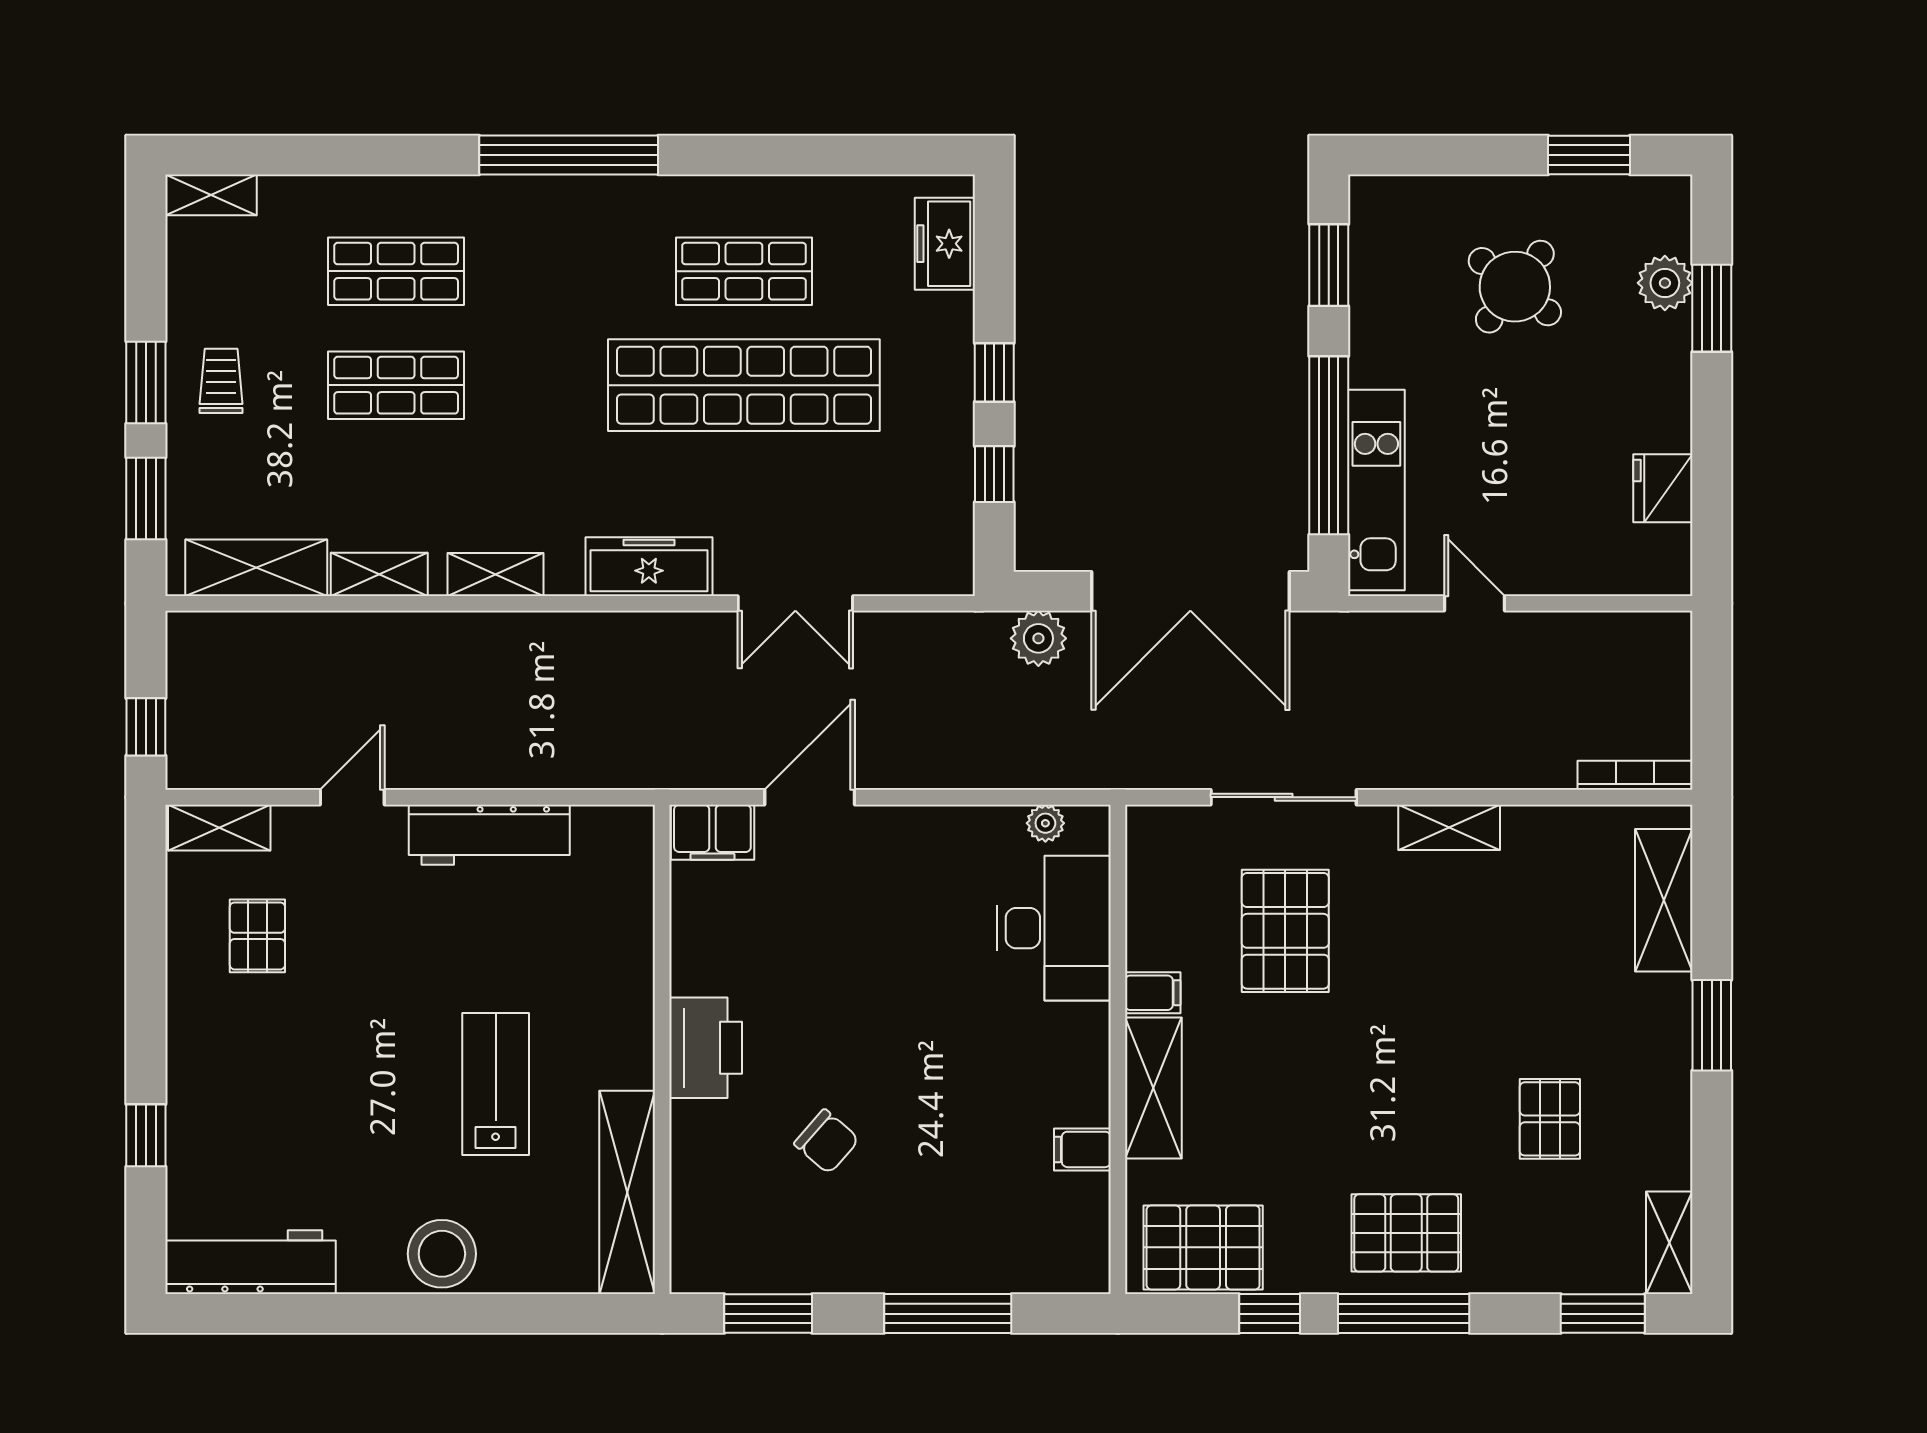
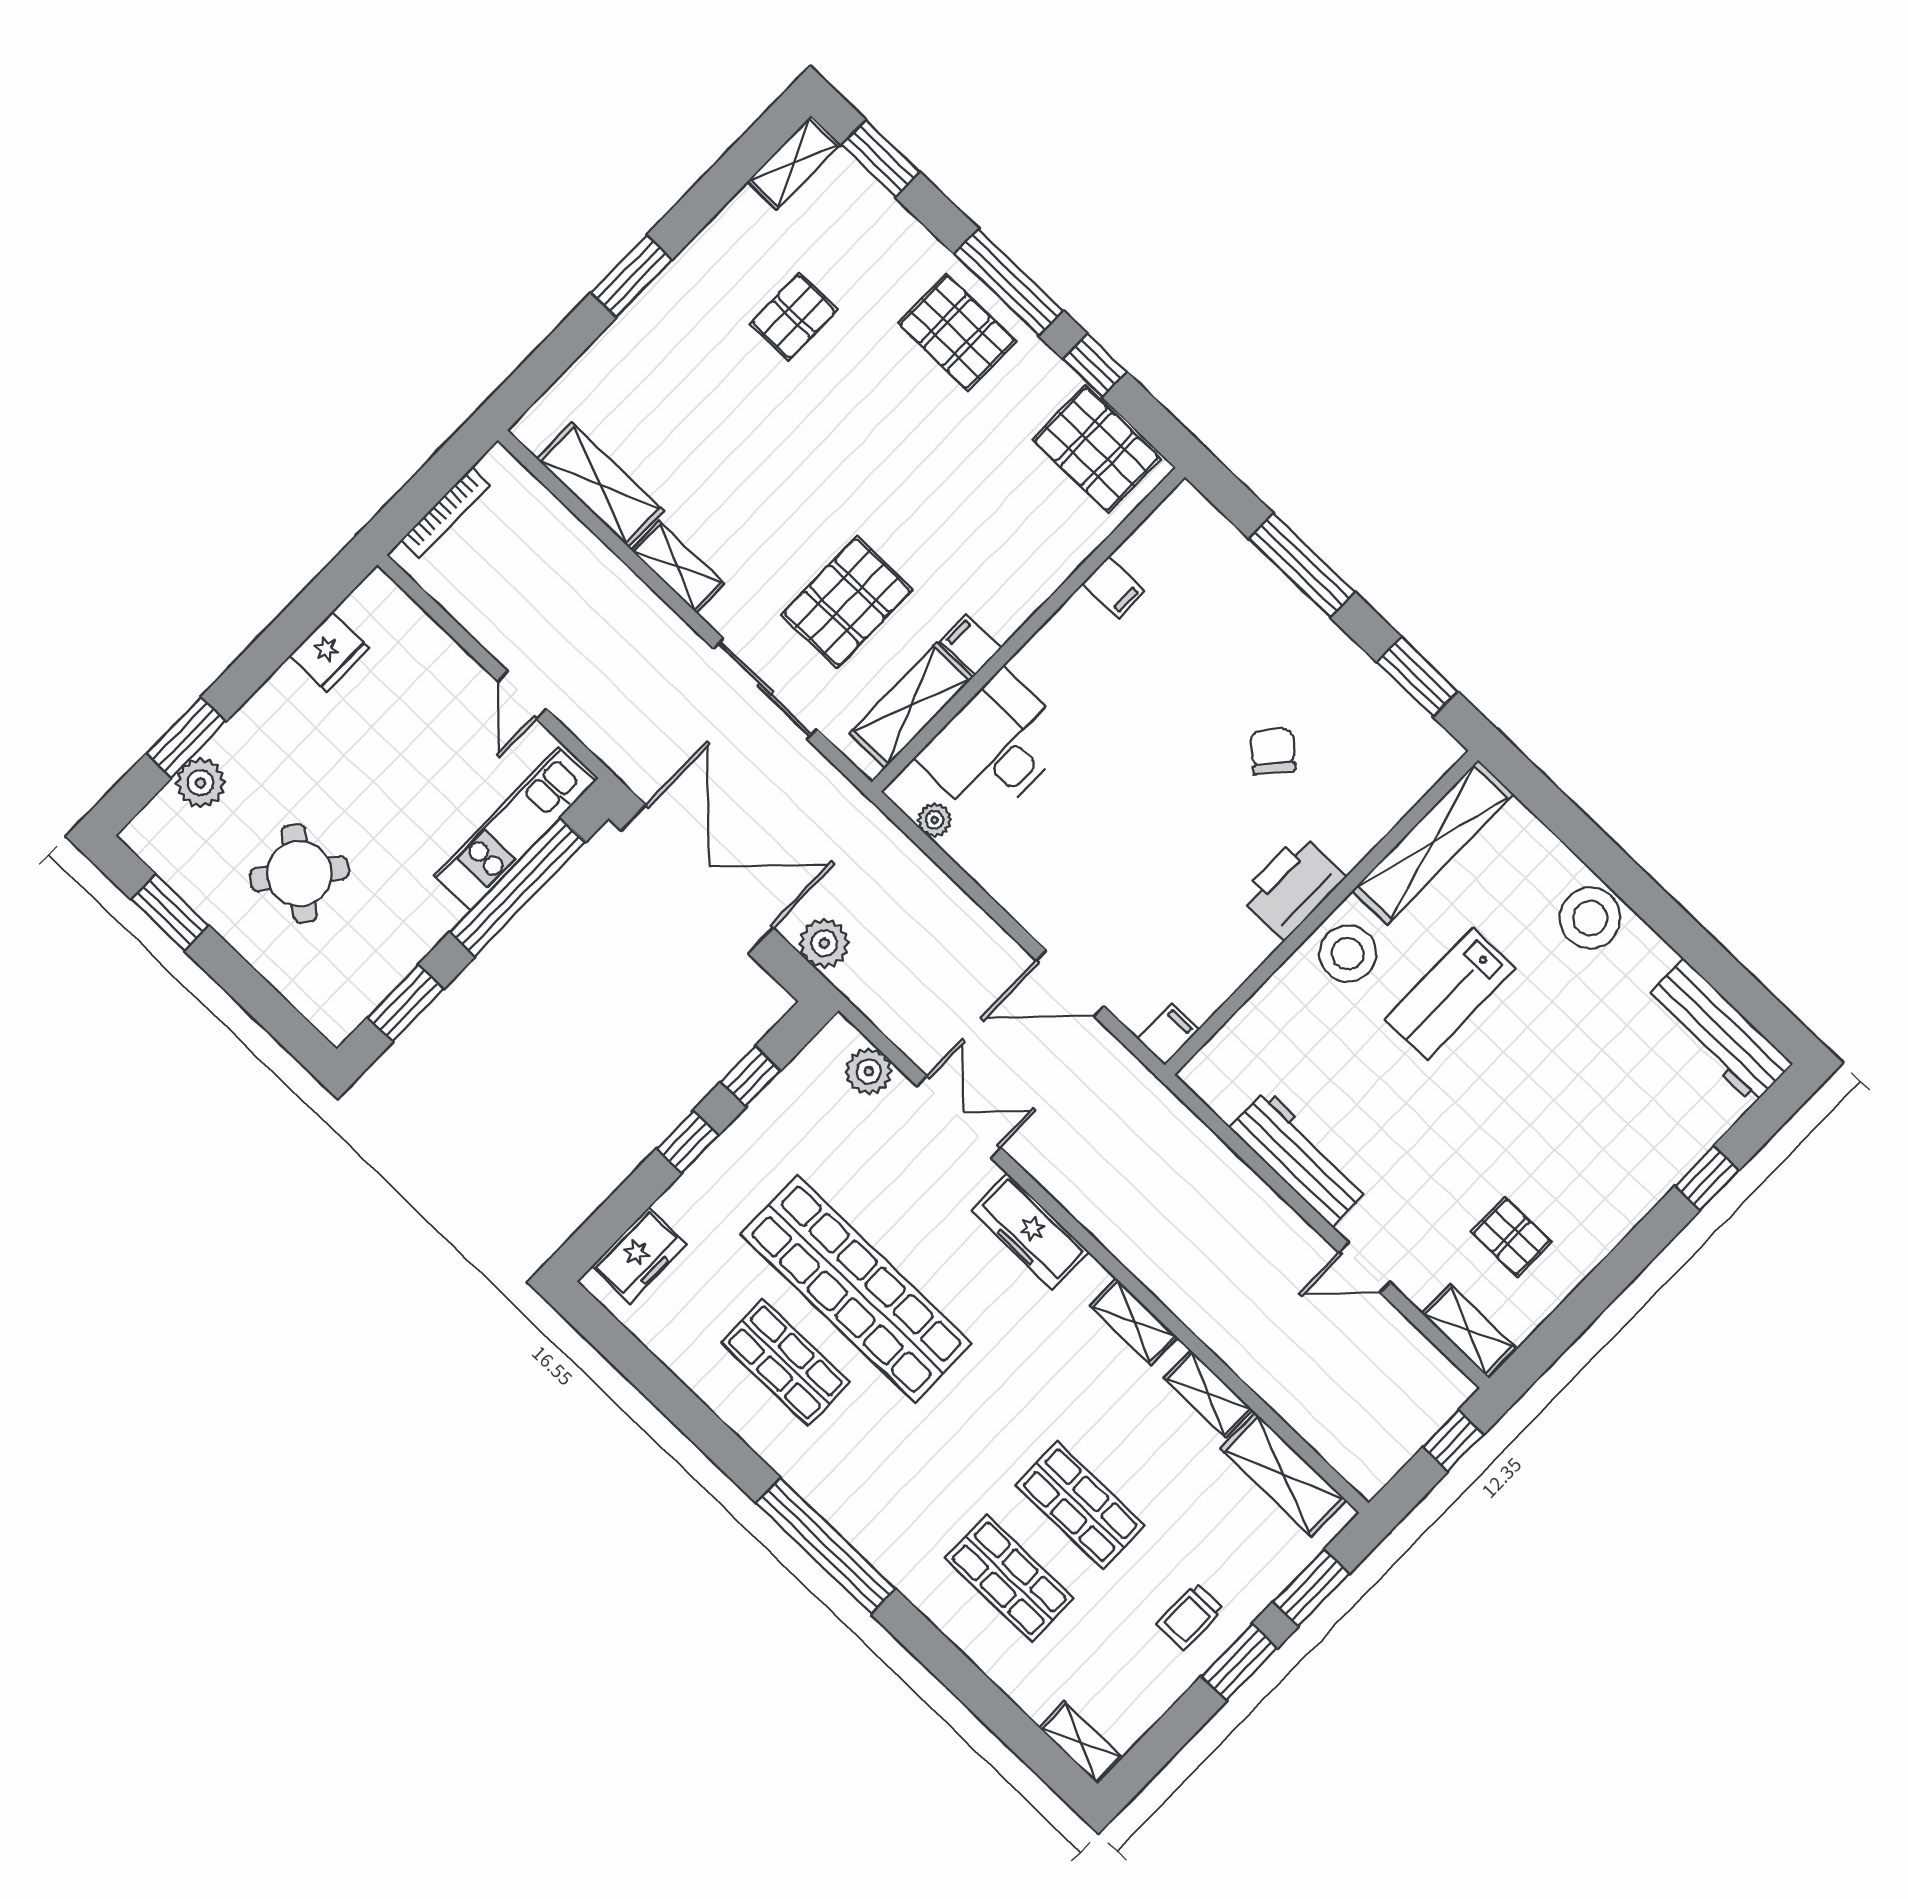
plant: (903, 570) -> (869, 1071), added
bookcase: (1635, 775) -> (445, 513), moved, turned -90
filing cabinet: (712, 832) -> (1168, 1034), width x0.50
shelving: (1664, 900) -> (600, 485), moved, turned 90
pallet: (257, 936) -> (1511, 1237), turned 90
stool: (609, 1037) -> (1348, 954), added
shelving: (1153, 1088) -> (911, 705), moved

